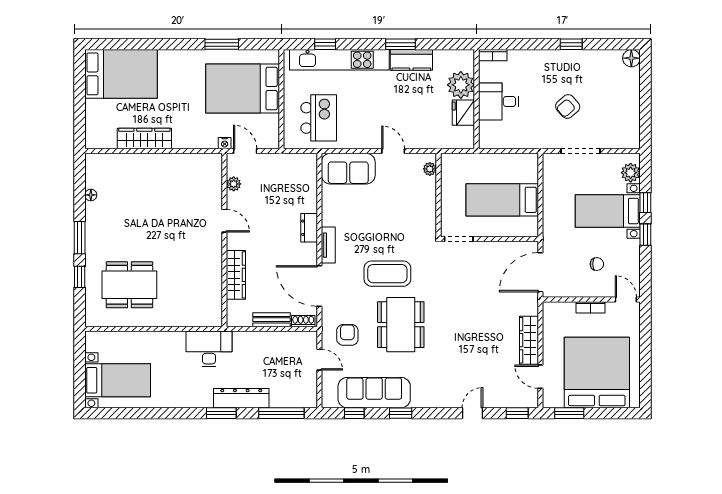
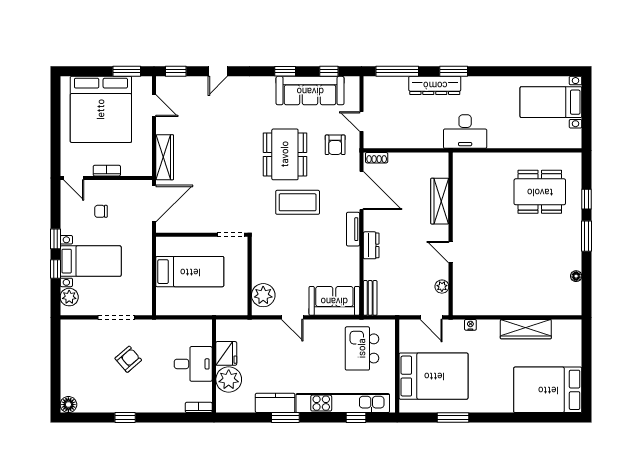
nightstand: (225, 143) -> (470, 325), moved
plant: (430, 169) -> (263, 295), width x1.88, depth x1.88
bench: (272, 320) -> (370, 298), moved, turned 90
wardrobe: (529, 340) -> (165, 157), moved

